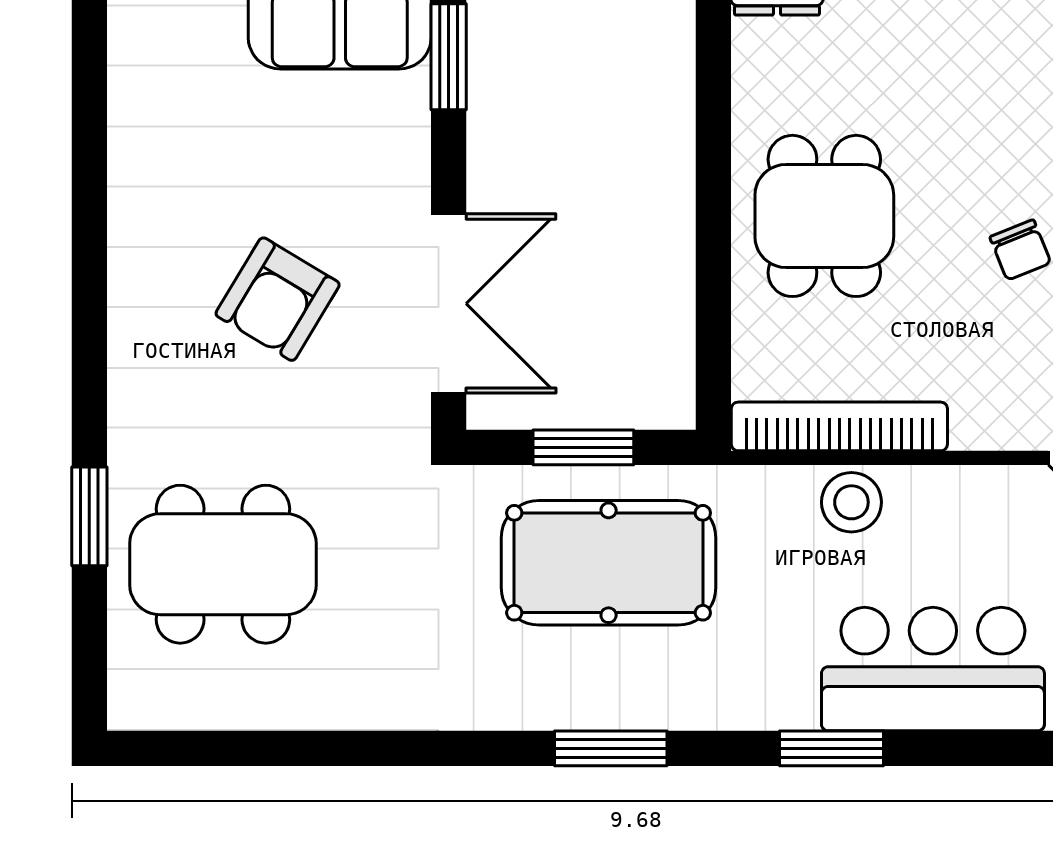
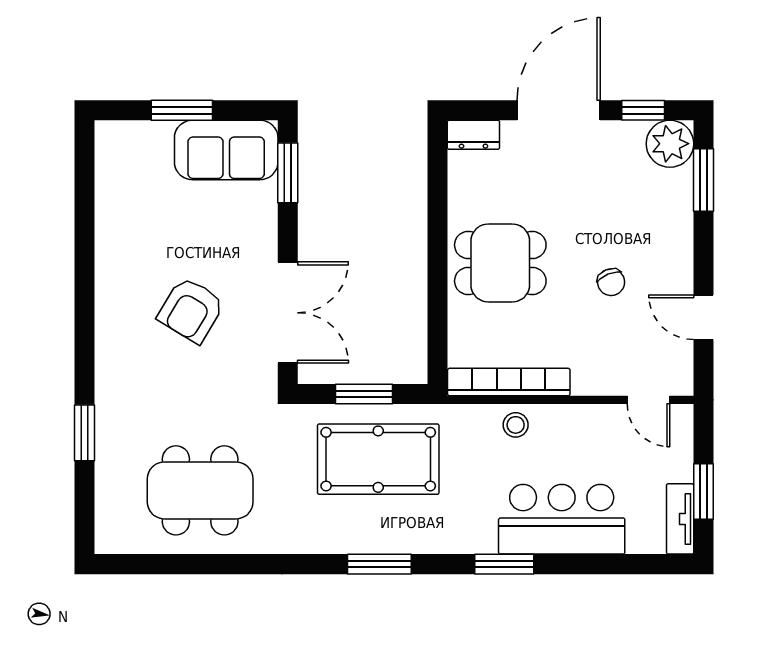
dining table: (824, 216) -> (500, 263), turned 90
stool: (851, 502) -> (516, 425), width x0.73, depth x0.73
dining table: (223, 564) -> (200, 490), moved

